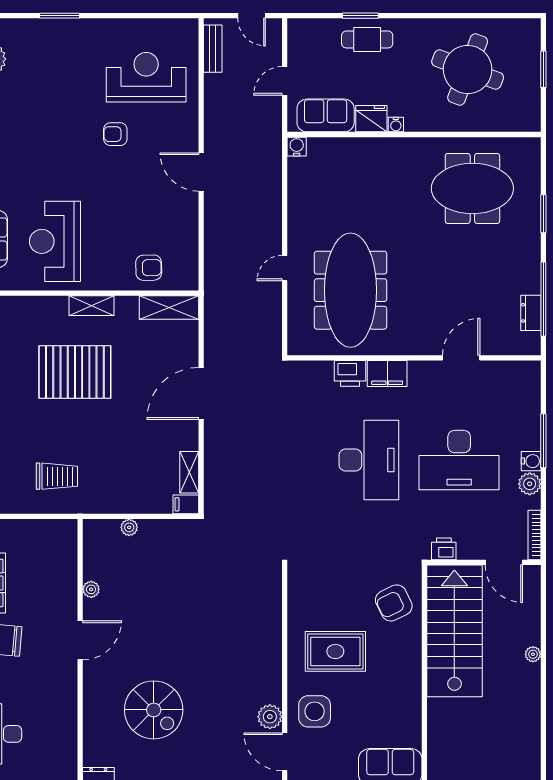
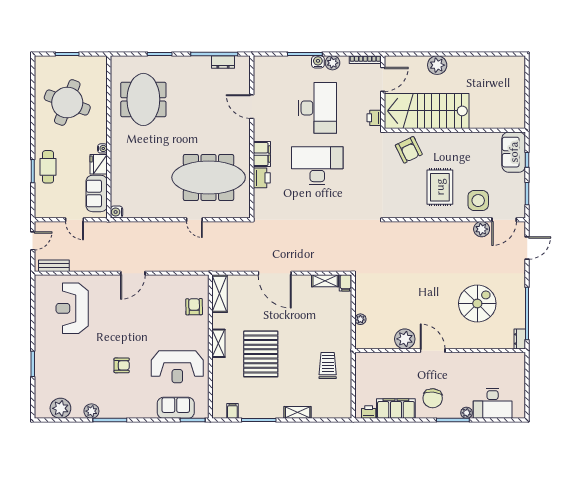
armchair: (115, 134) -> (122, 365), moved, turned -90
plant: (91, 589) -> (405, 339), width x1.88, depth x1.88
plant: (533, 654) -> (437, 65), width x1.88, depth x1.88

